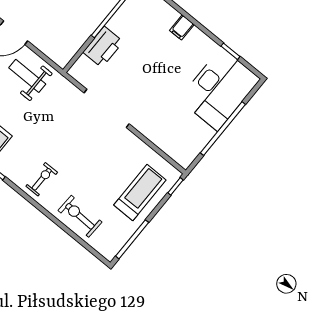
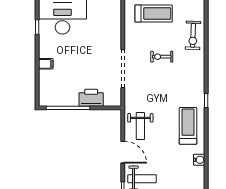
exercise bike: (42, 179) -> (162, 57), moved
treadmill: (140, 193) -> (154, 13), turned 180

